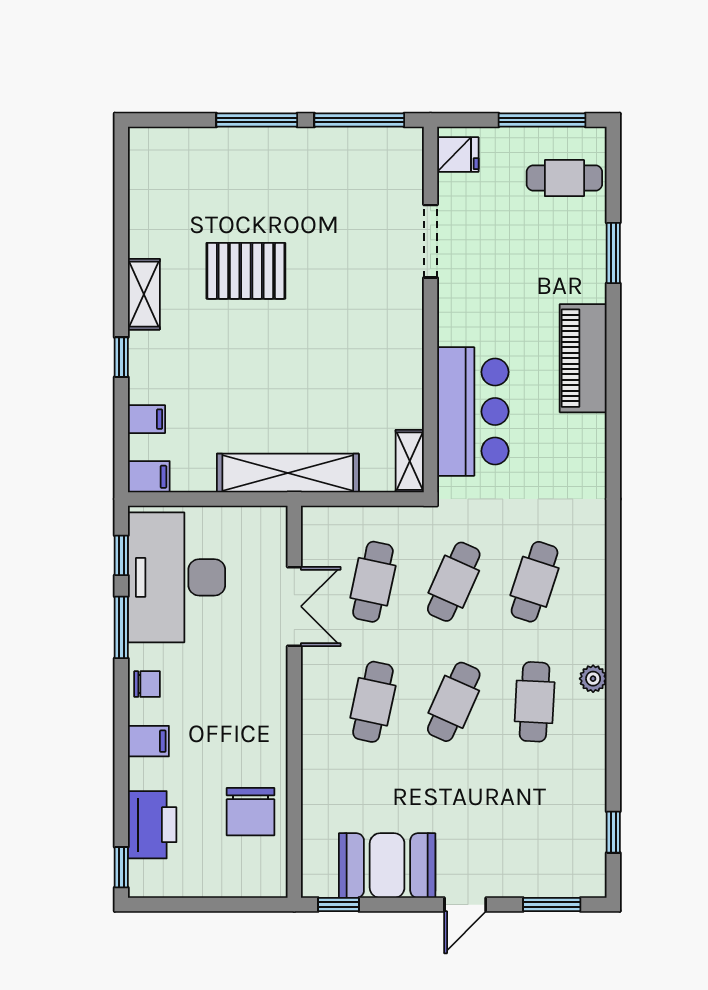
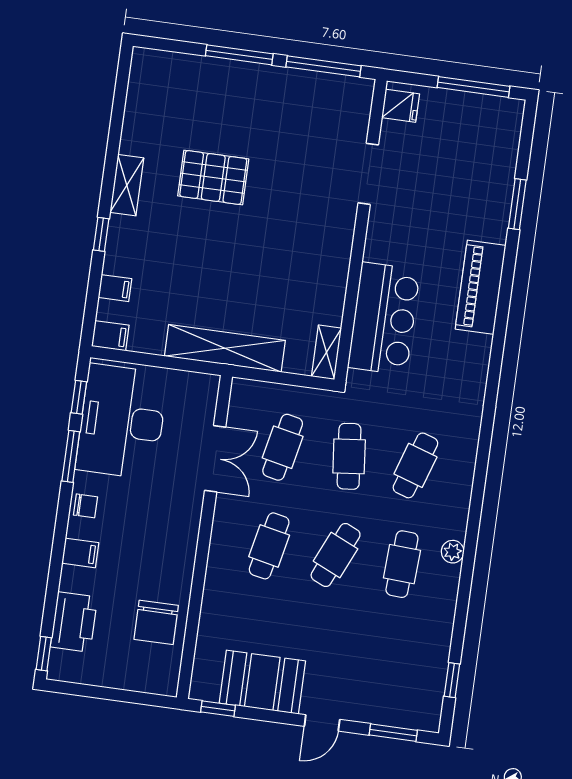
cafe table: (564, 178) -> (485, 137), removed
cafe table: (454, 582) -> (349, 456), turned -30

